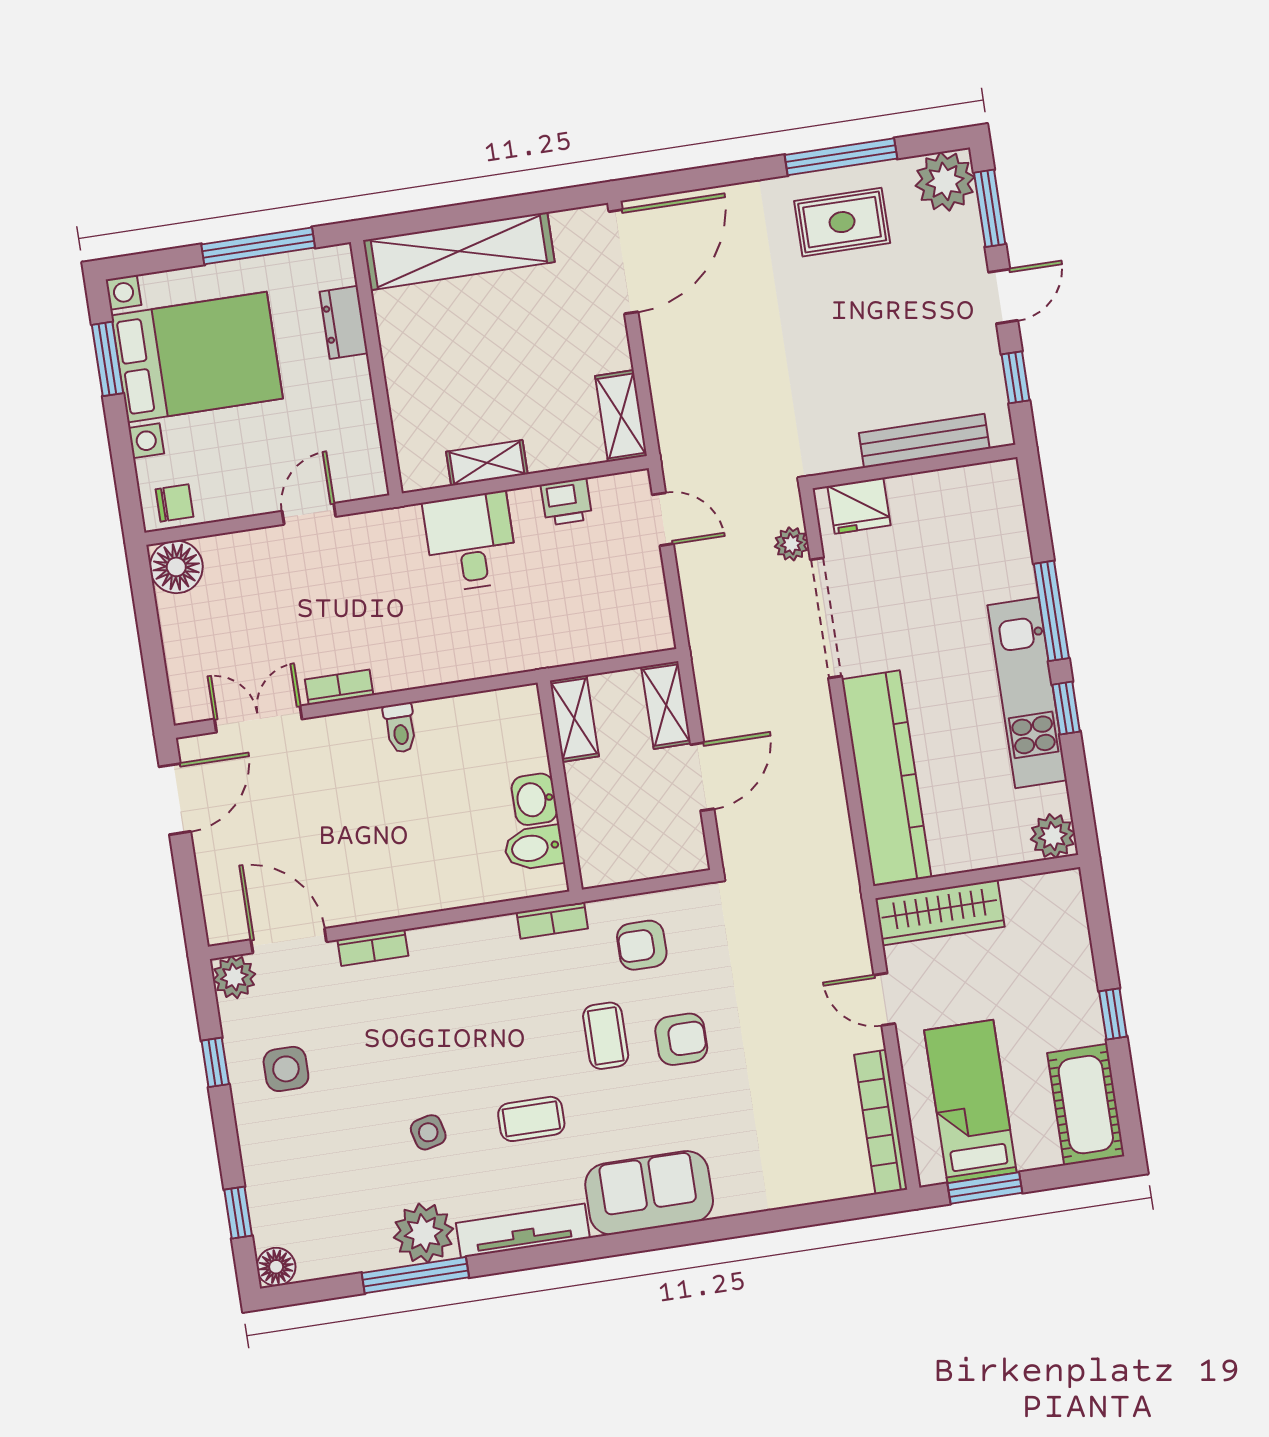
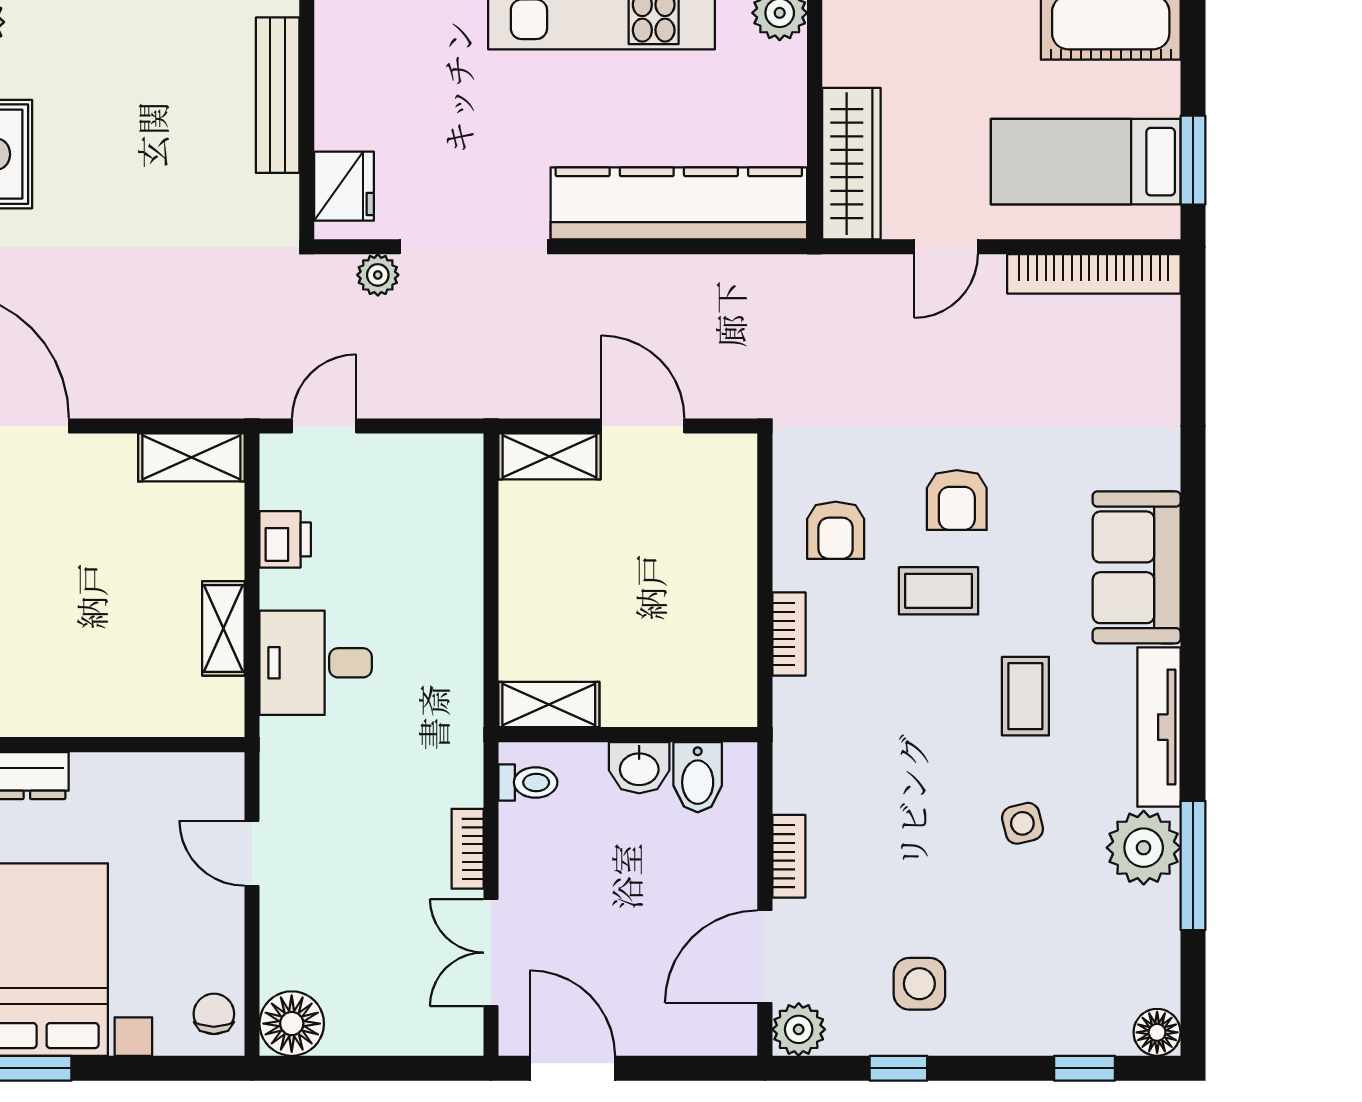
shelving: (574, 719) -> (549, 705), moved
wall: (560, 786) -> (628, 735), moved
washbasin: (534, 799) -> (639, 768), moved
bidet: (534, 848) -> (698, 777), moved
armchair: (681, 1039) -> (957, 500), turned 180

